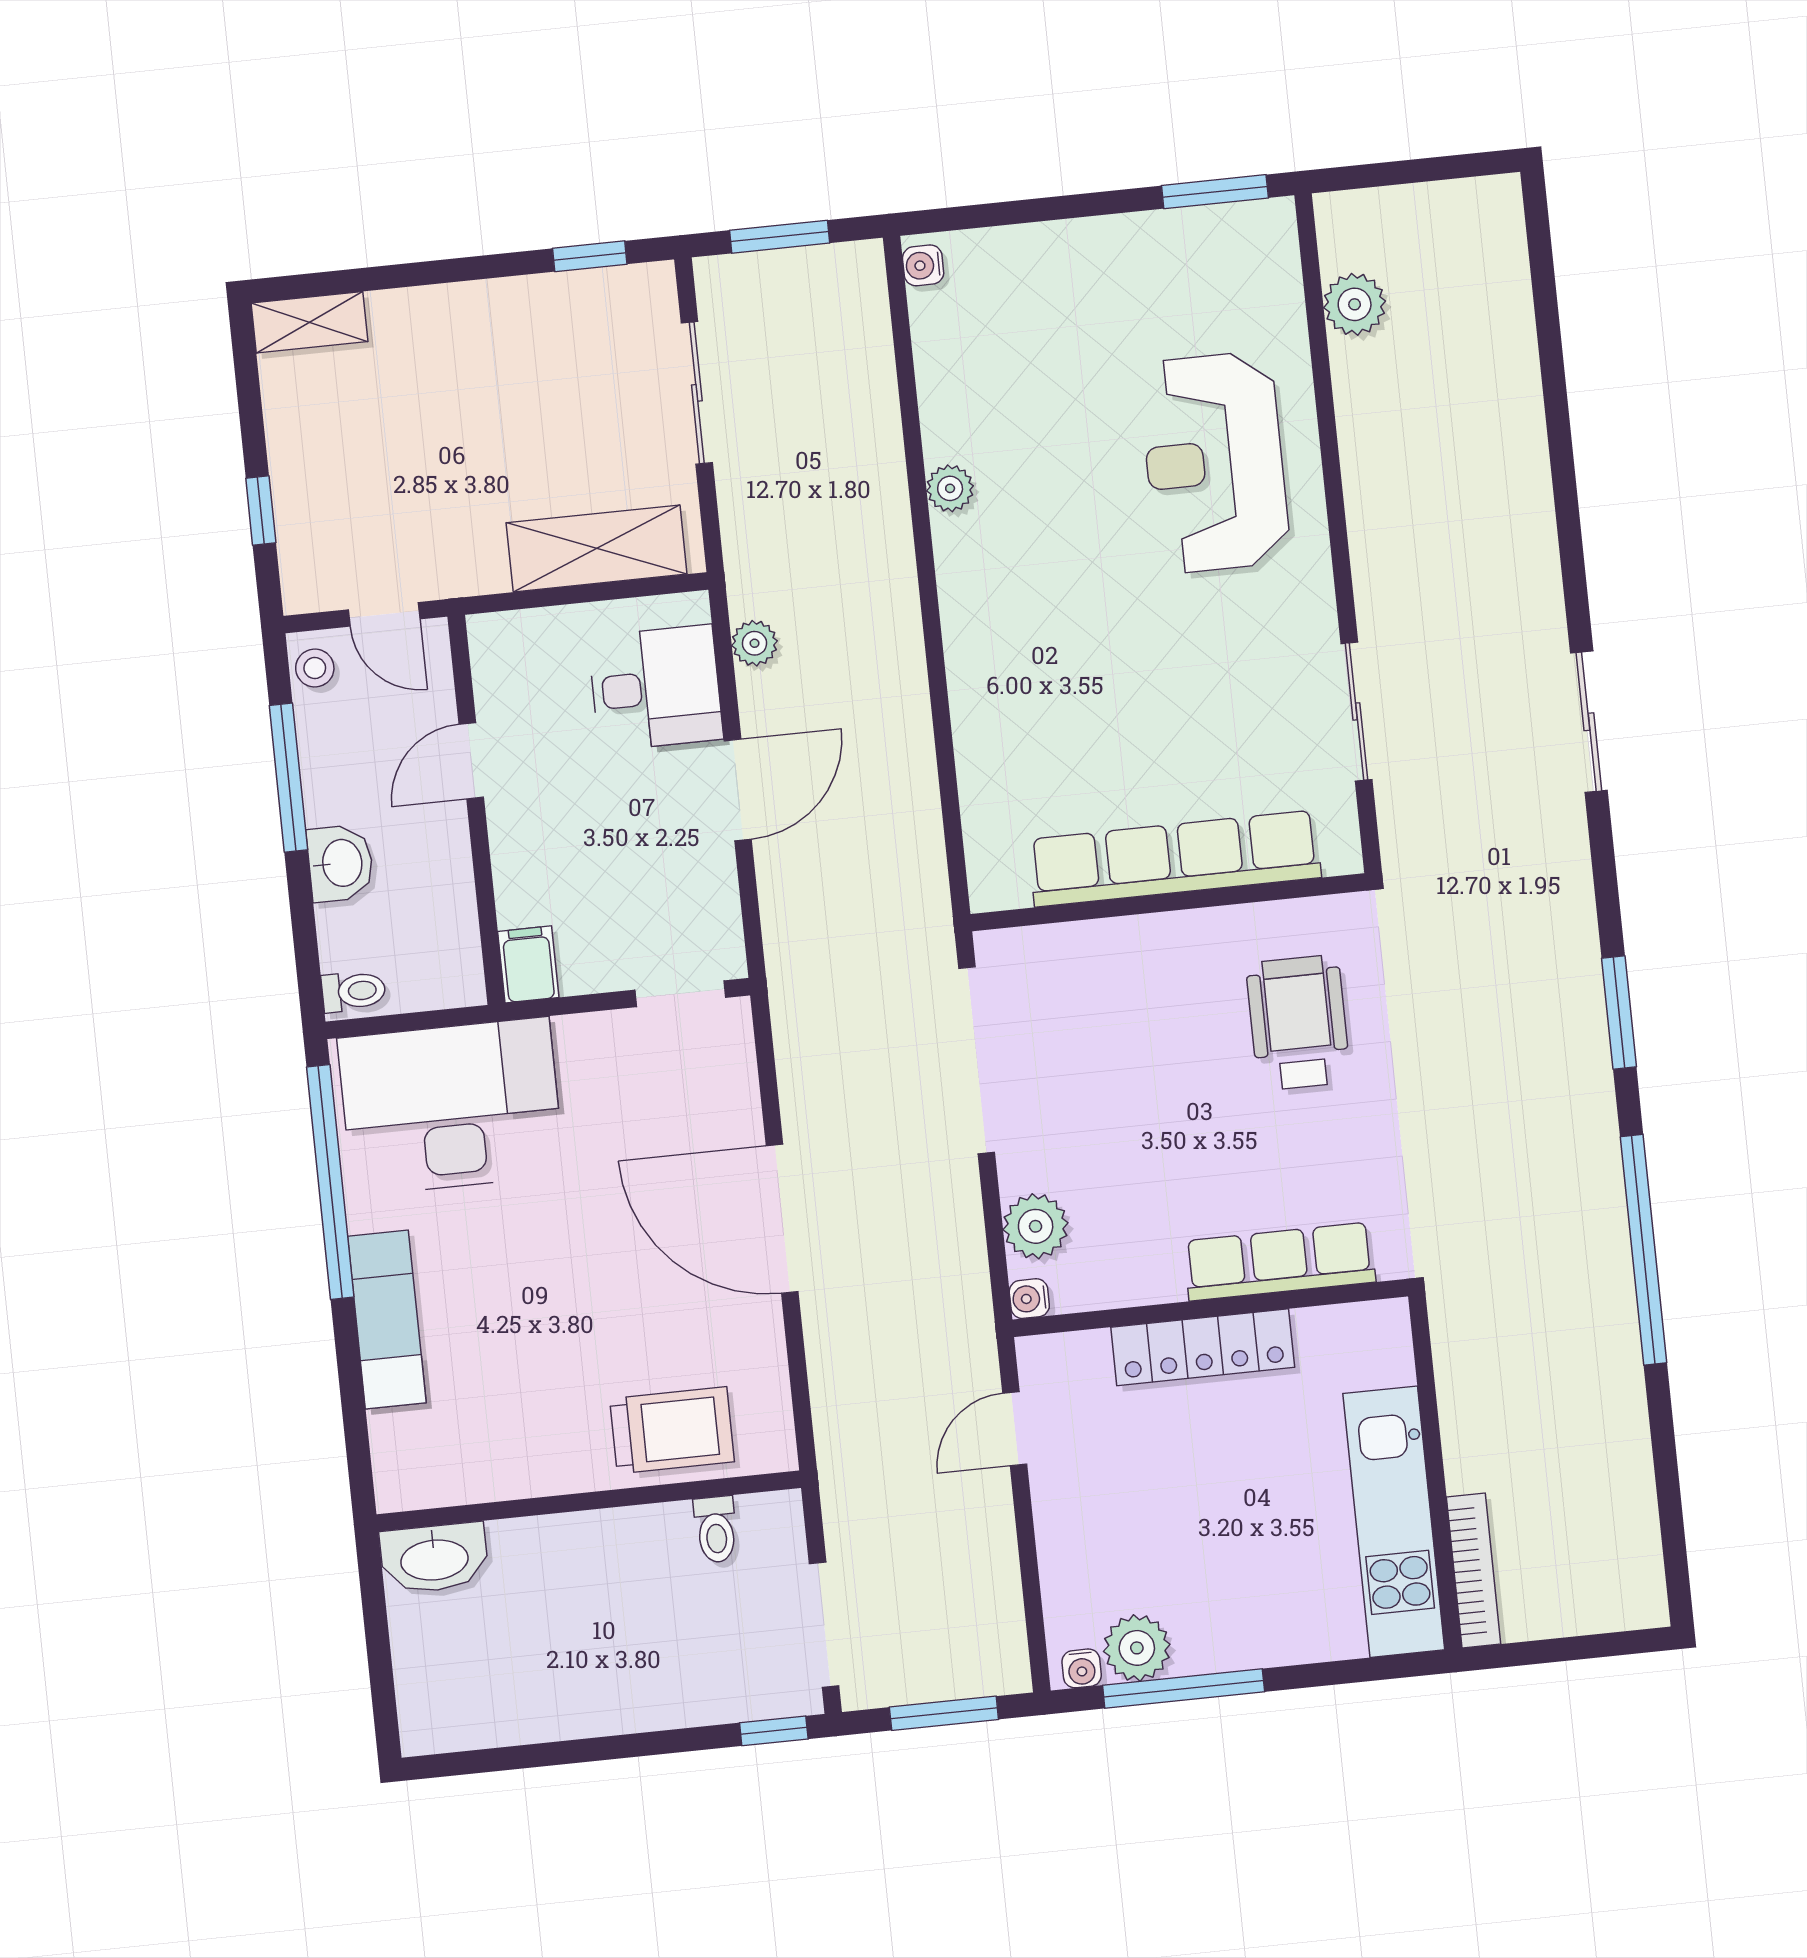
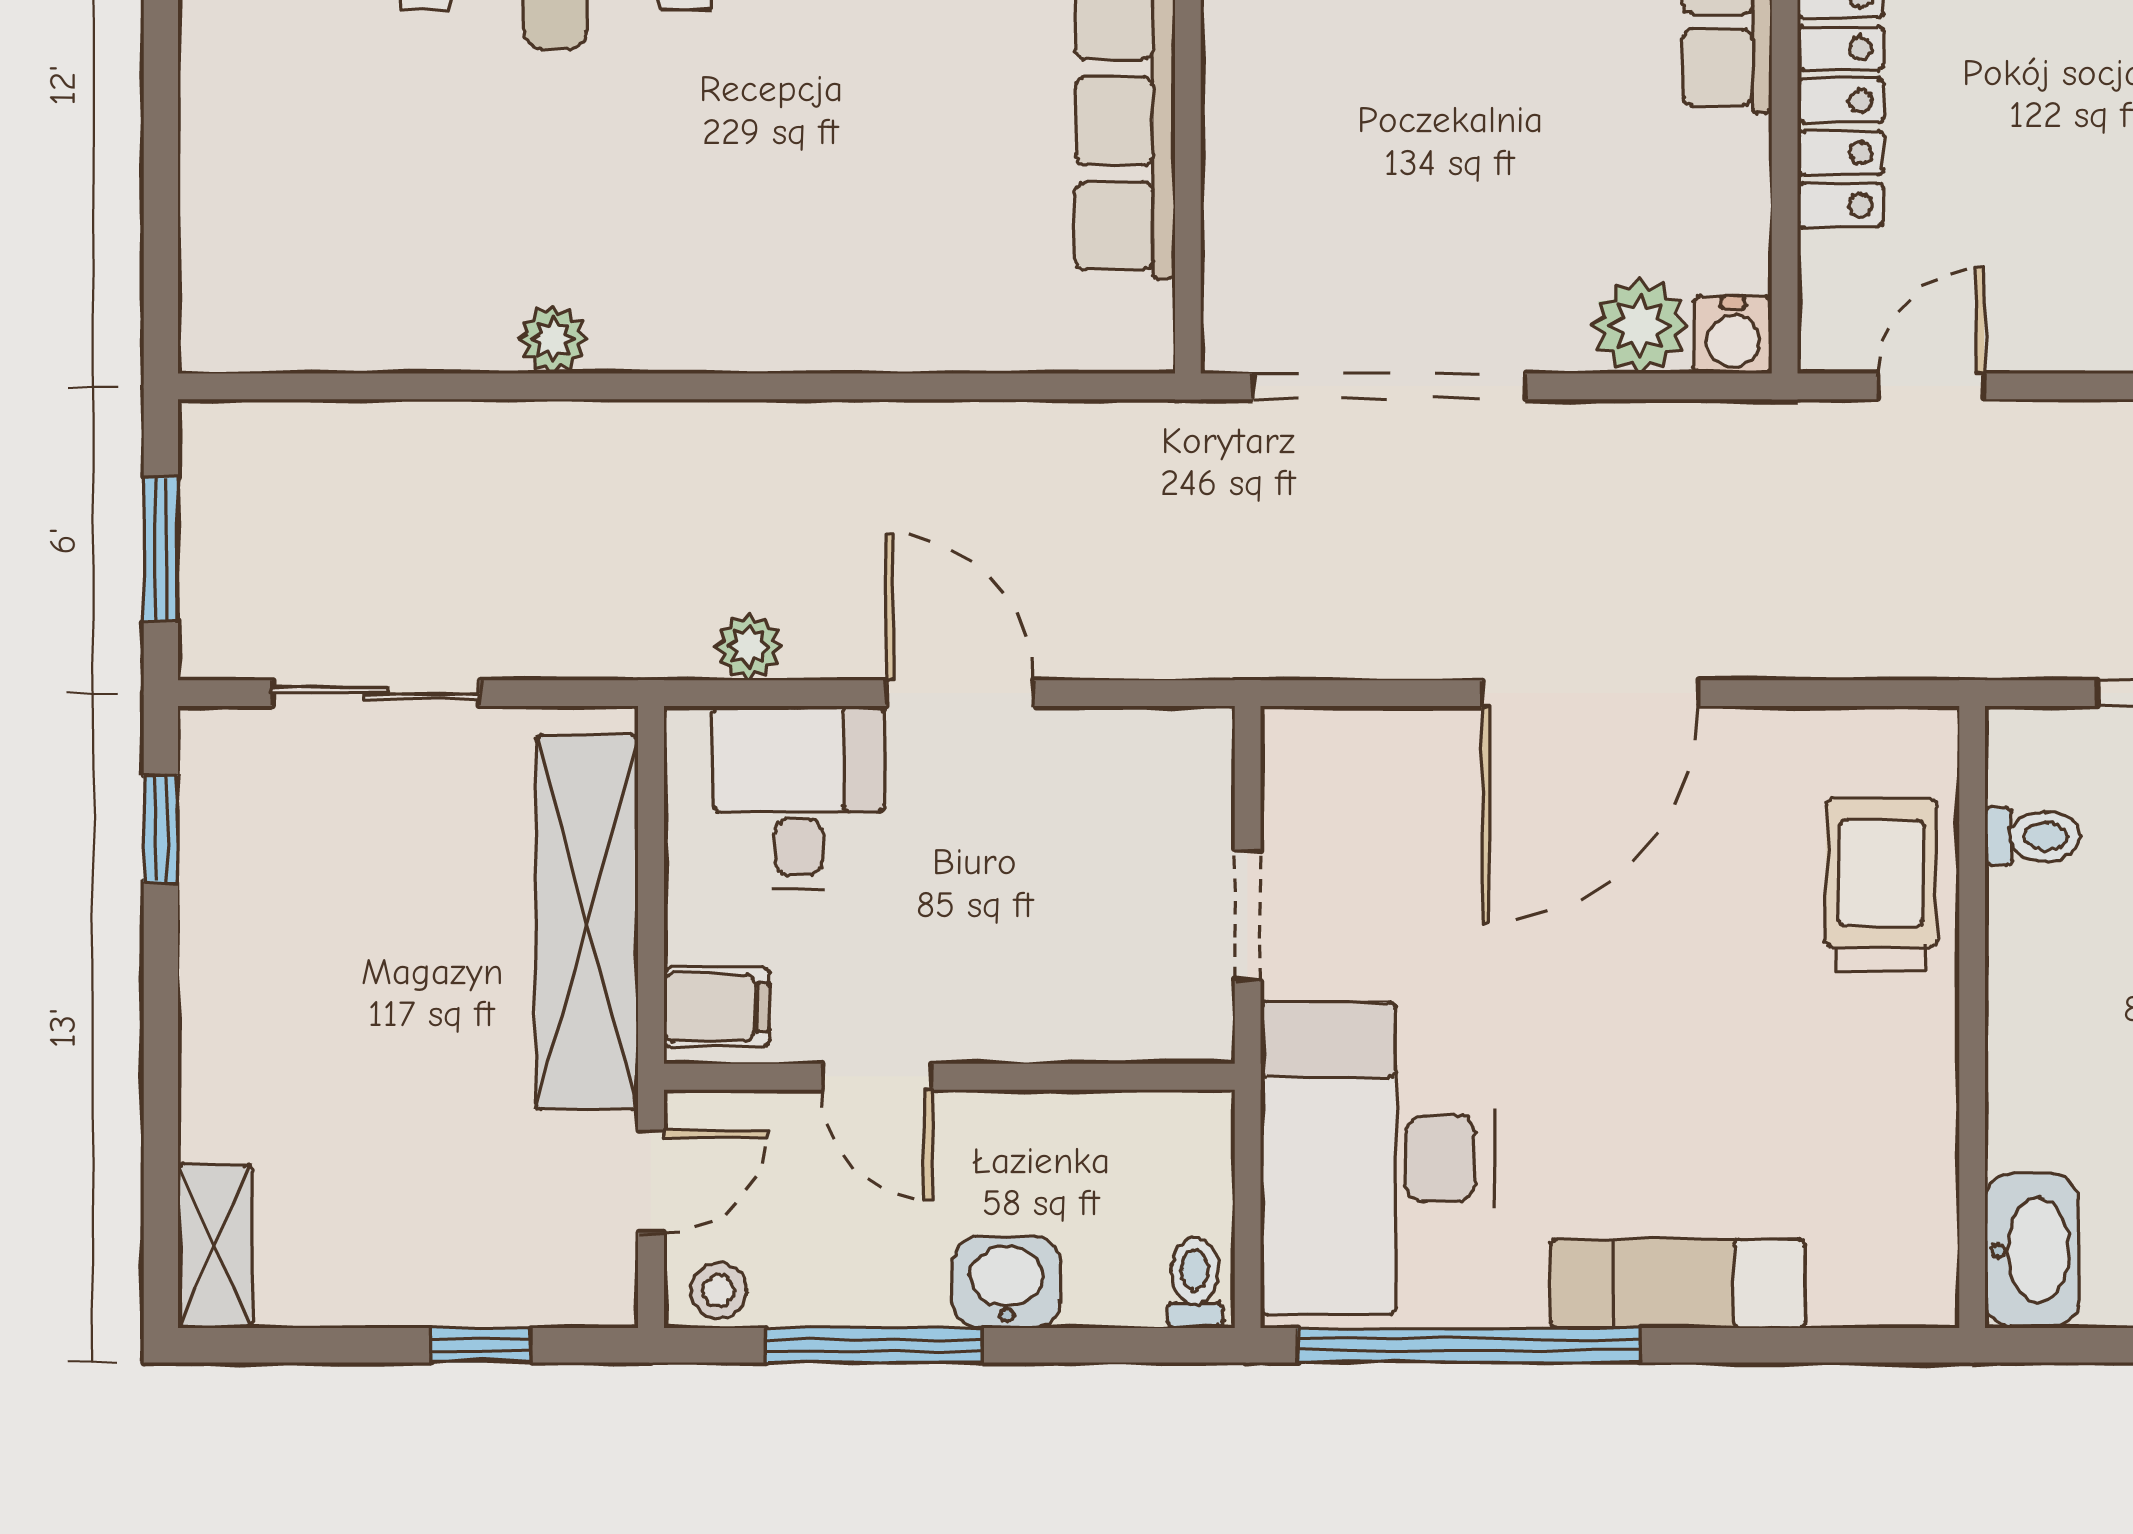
water cooler: (923, 265) -> (224, 345), removed
shelving: (597, 548) -> (587, 922), width x1.47
filing cabinet: (528, 964) -> (717, 1007), moved, turned 180
doorway: (680, 994) -> (1248, 916), moved
water cooler: (1029, 1299) -> (1733, 335), width x1.38, depth x1.38
door: (1015, 1429) -> (1931, 386), swing flipped

